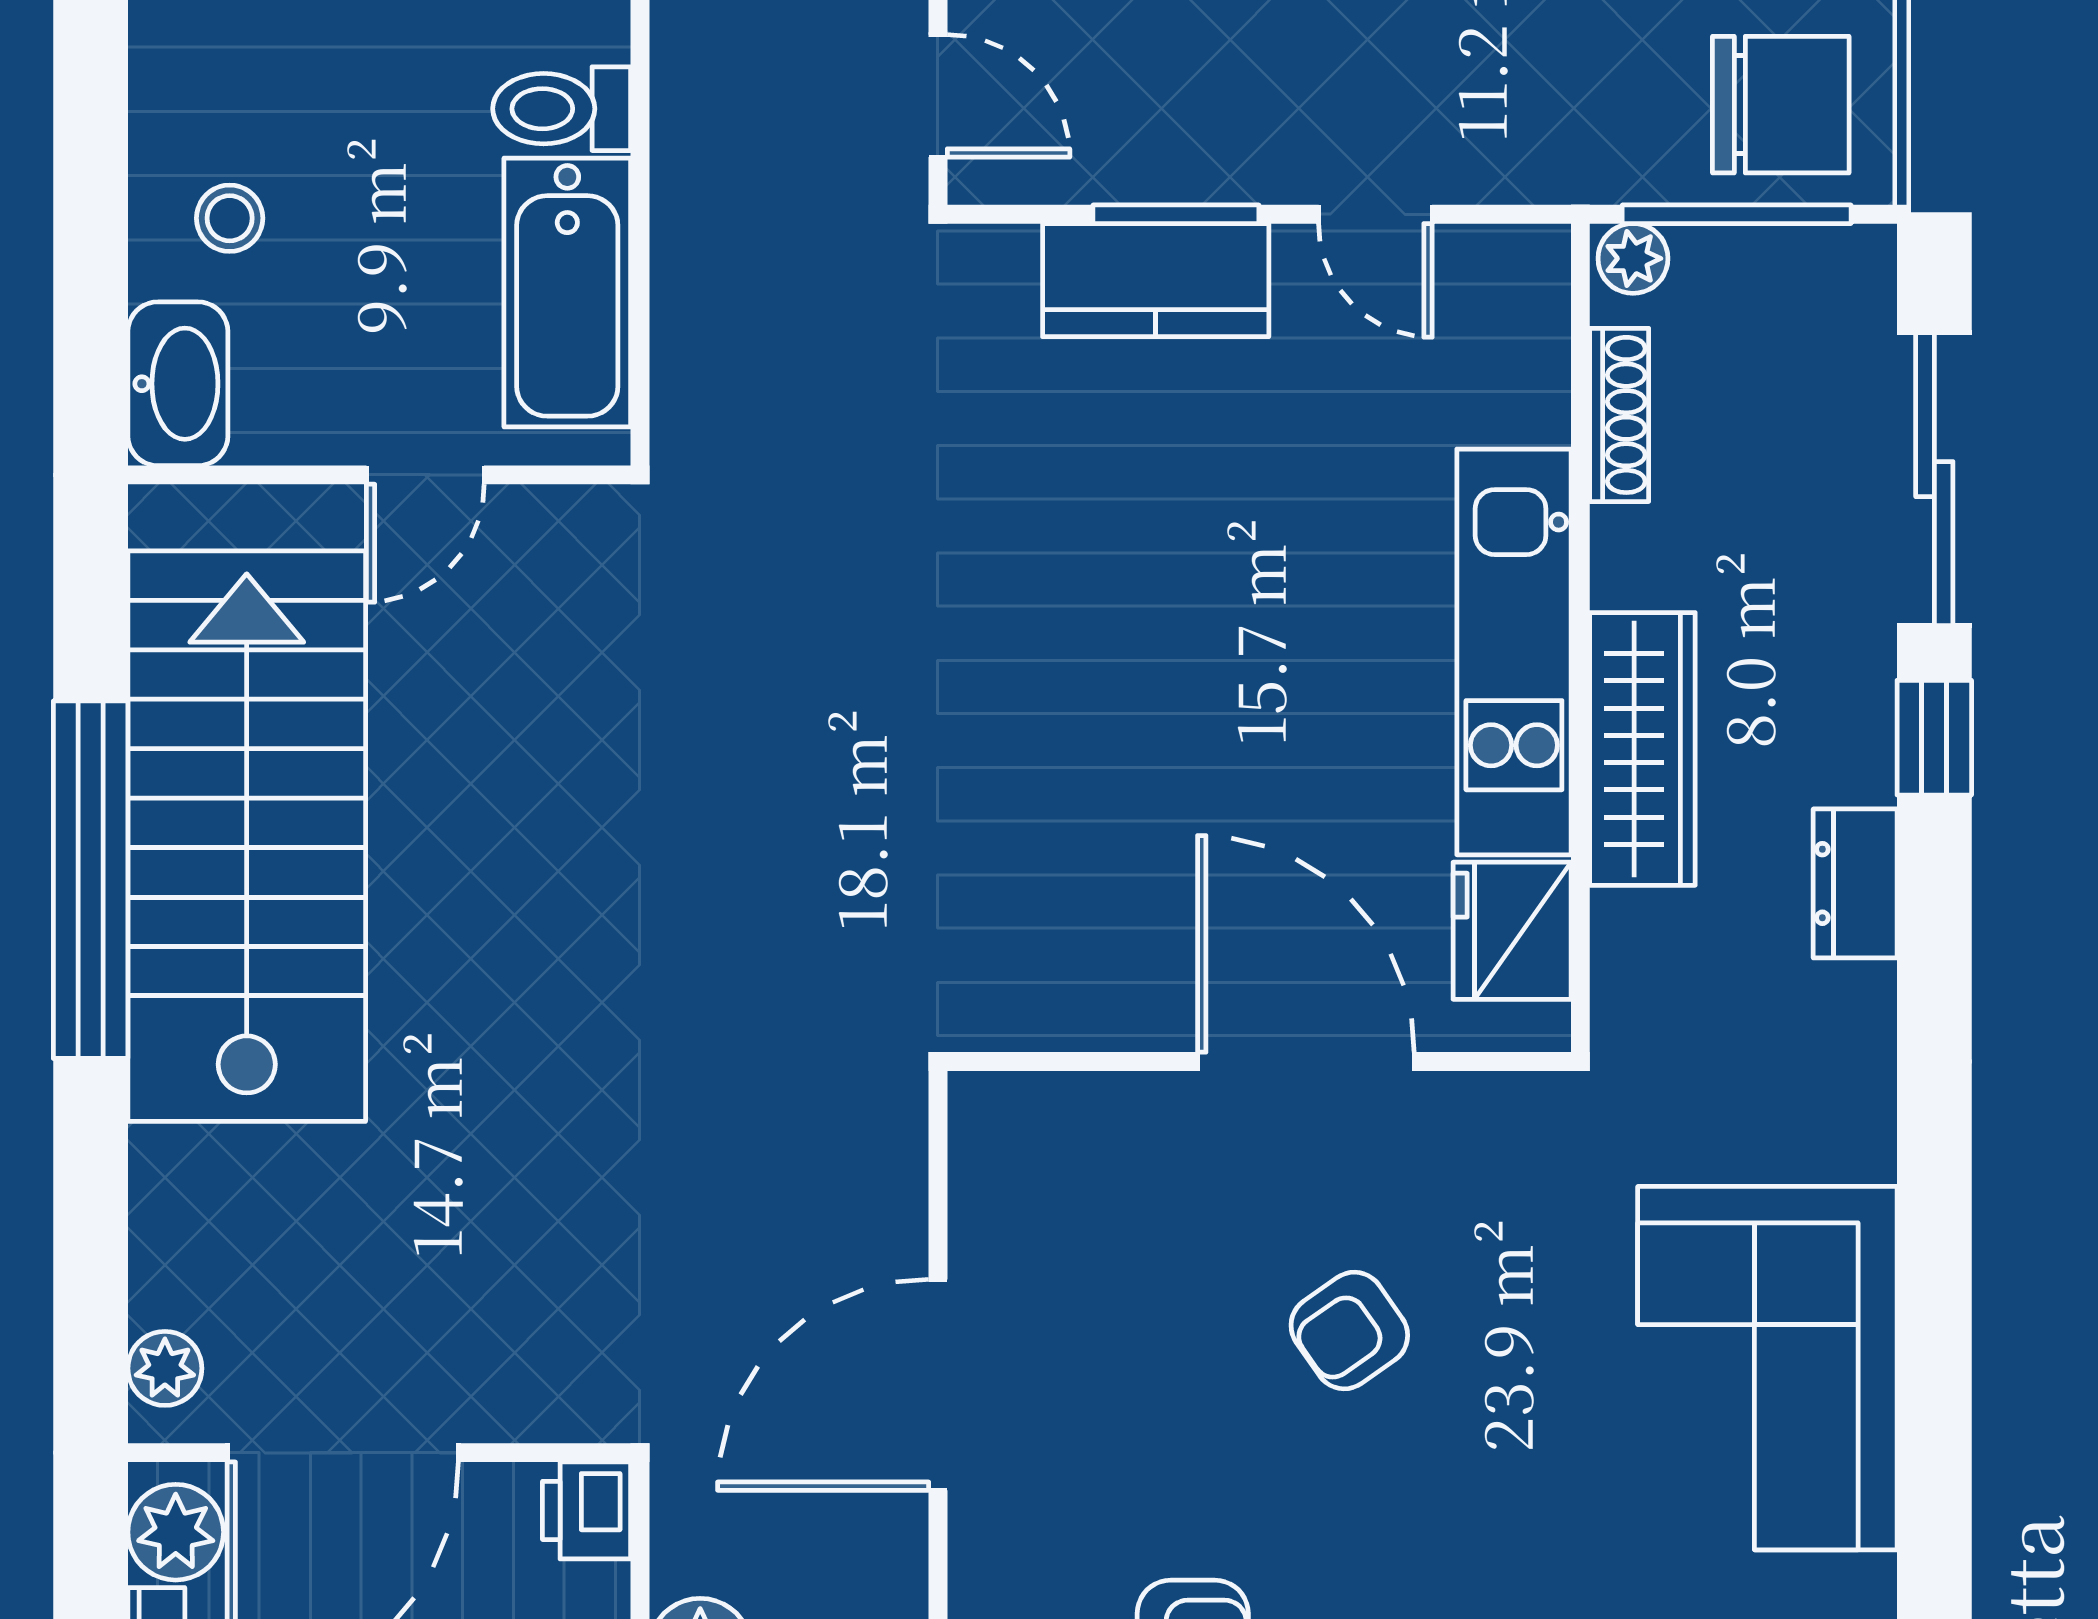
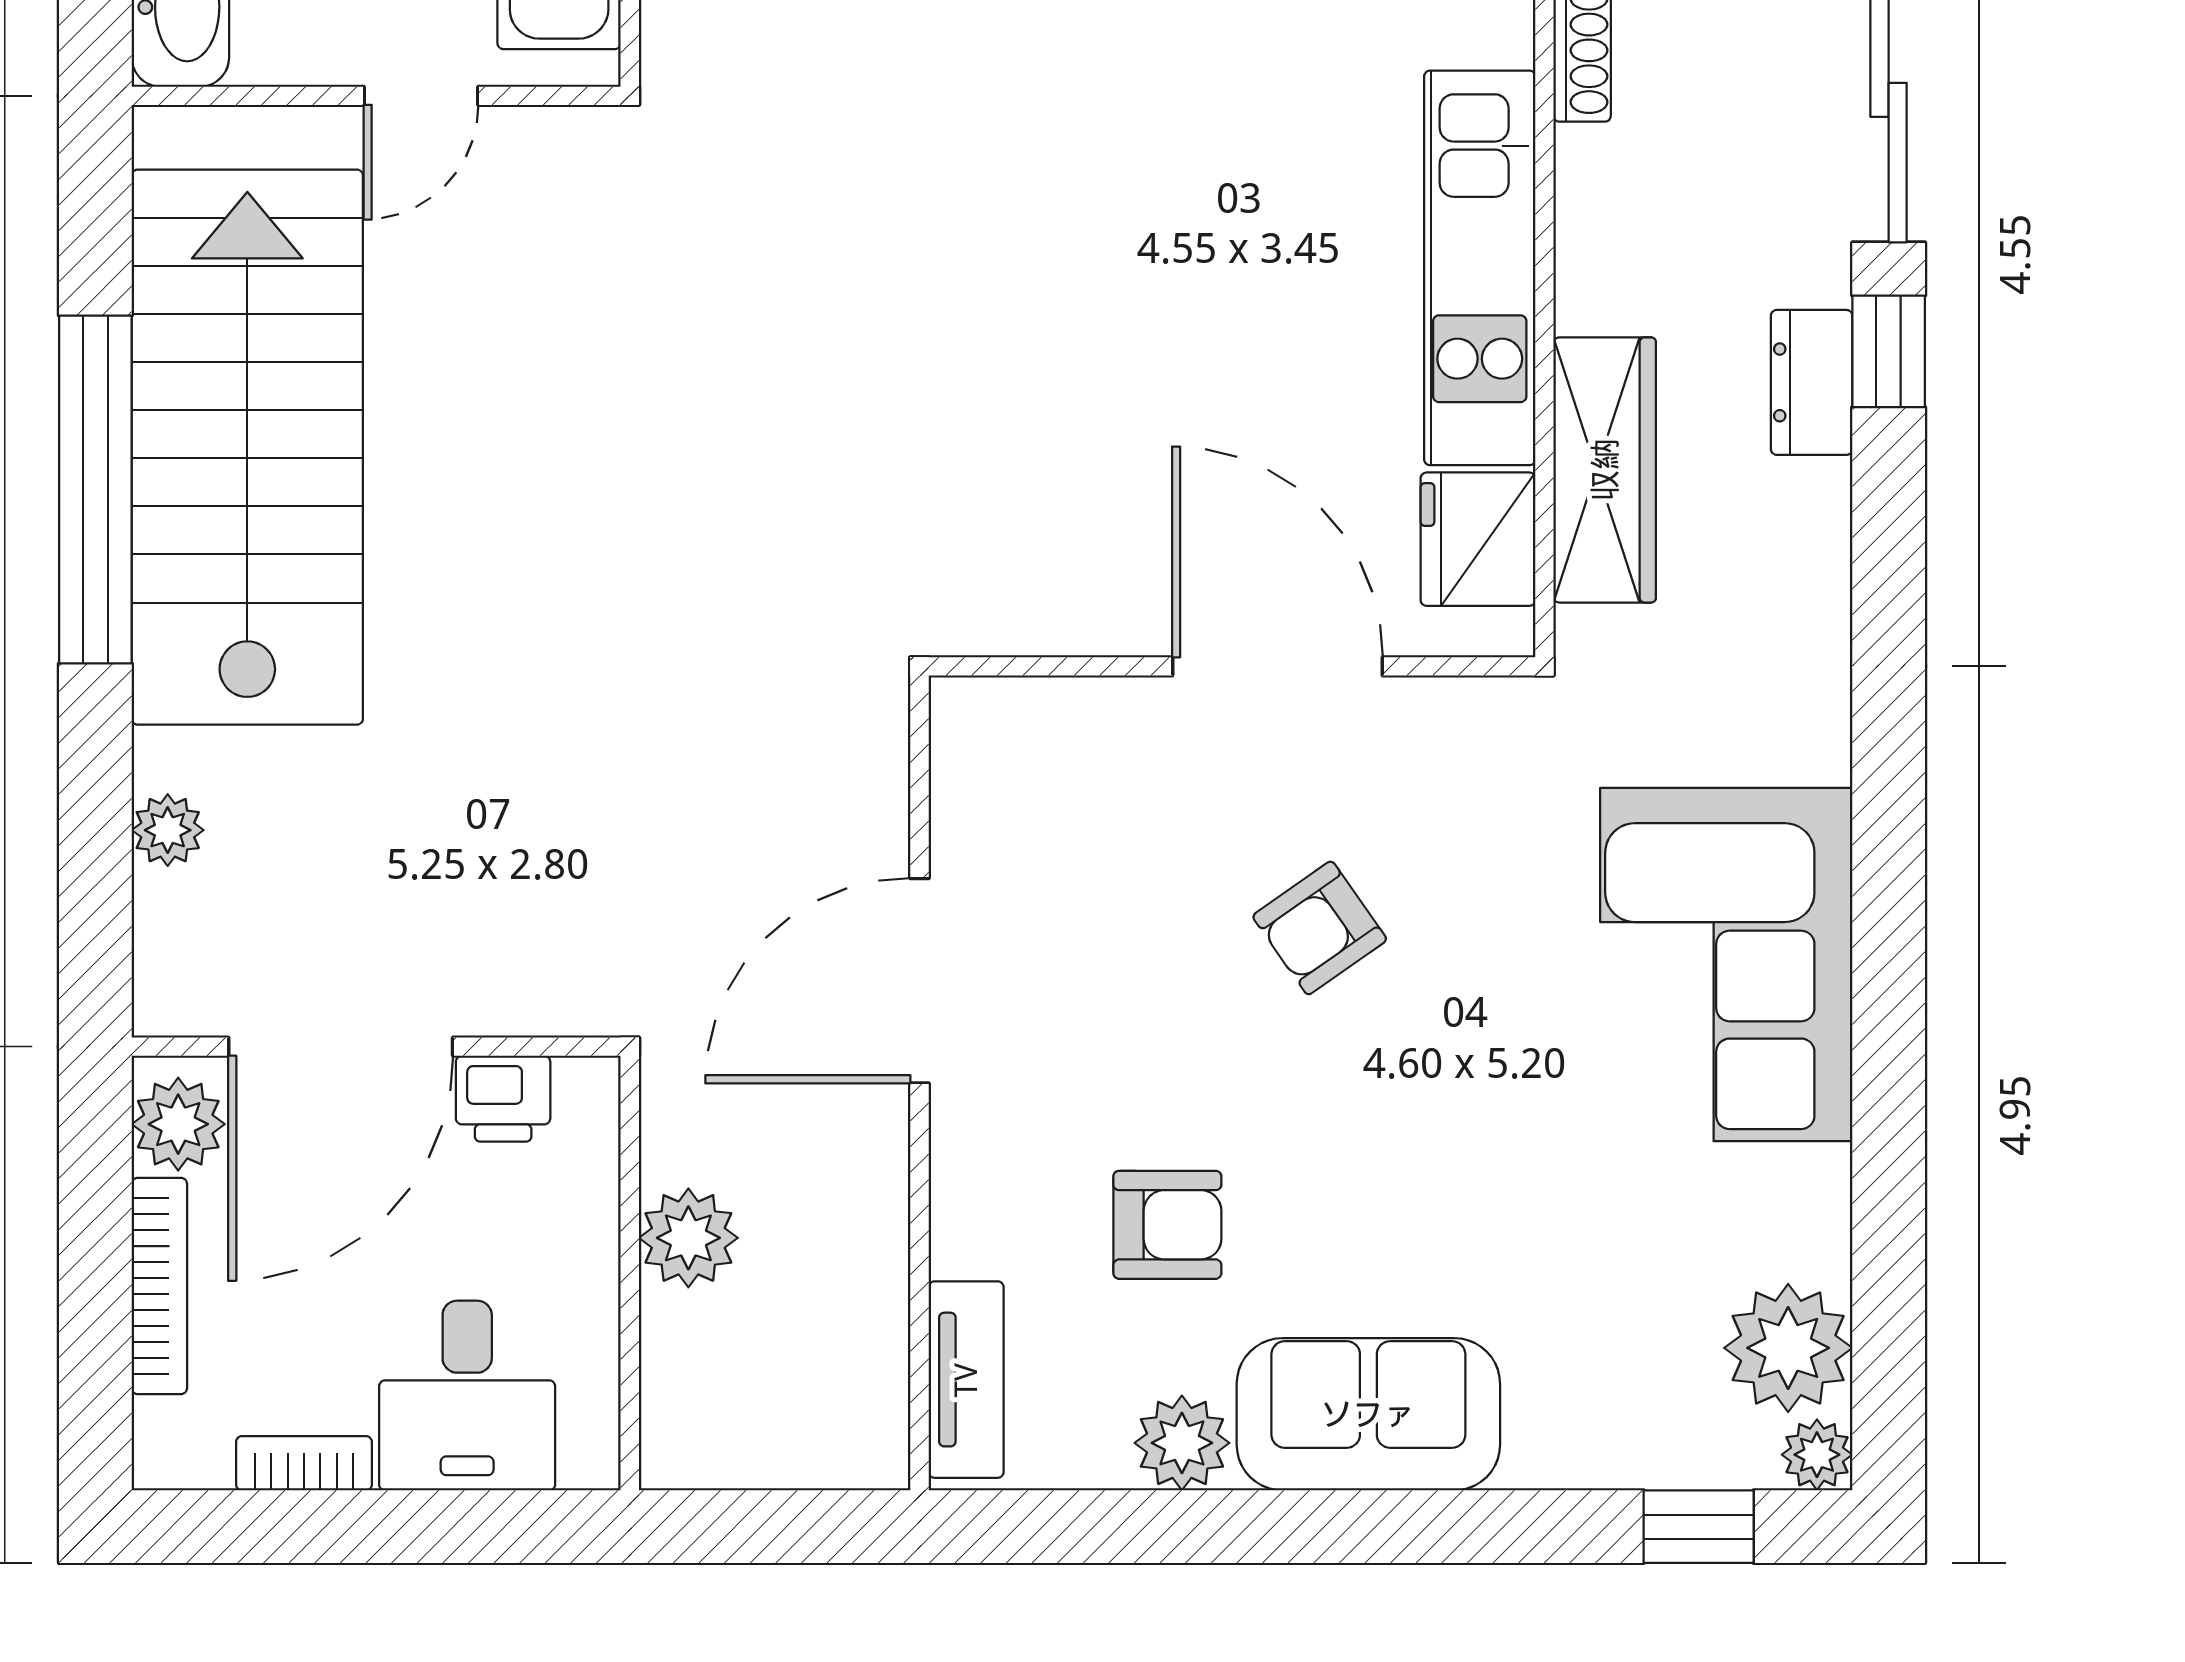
wardrobe: (1642, 749) -> (1605, 470), moved
dresser: (1855, 883) -> (1812, 382), moved
plant: (165, 1368) -> (168, 830), moved
printer: (587, 1510) -> (503, 1099), moved, turned -90

